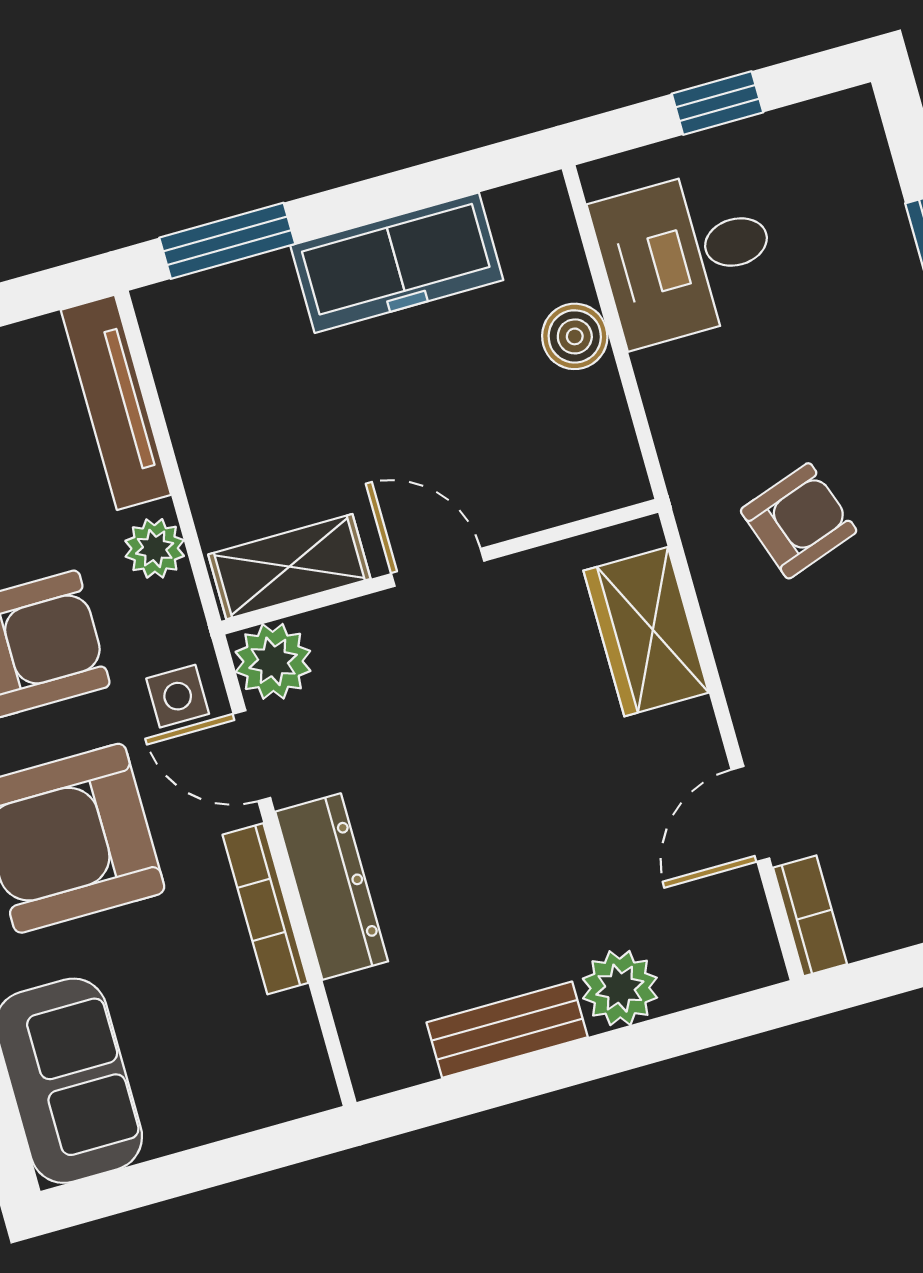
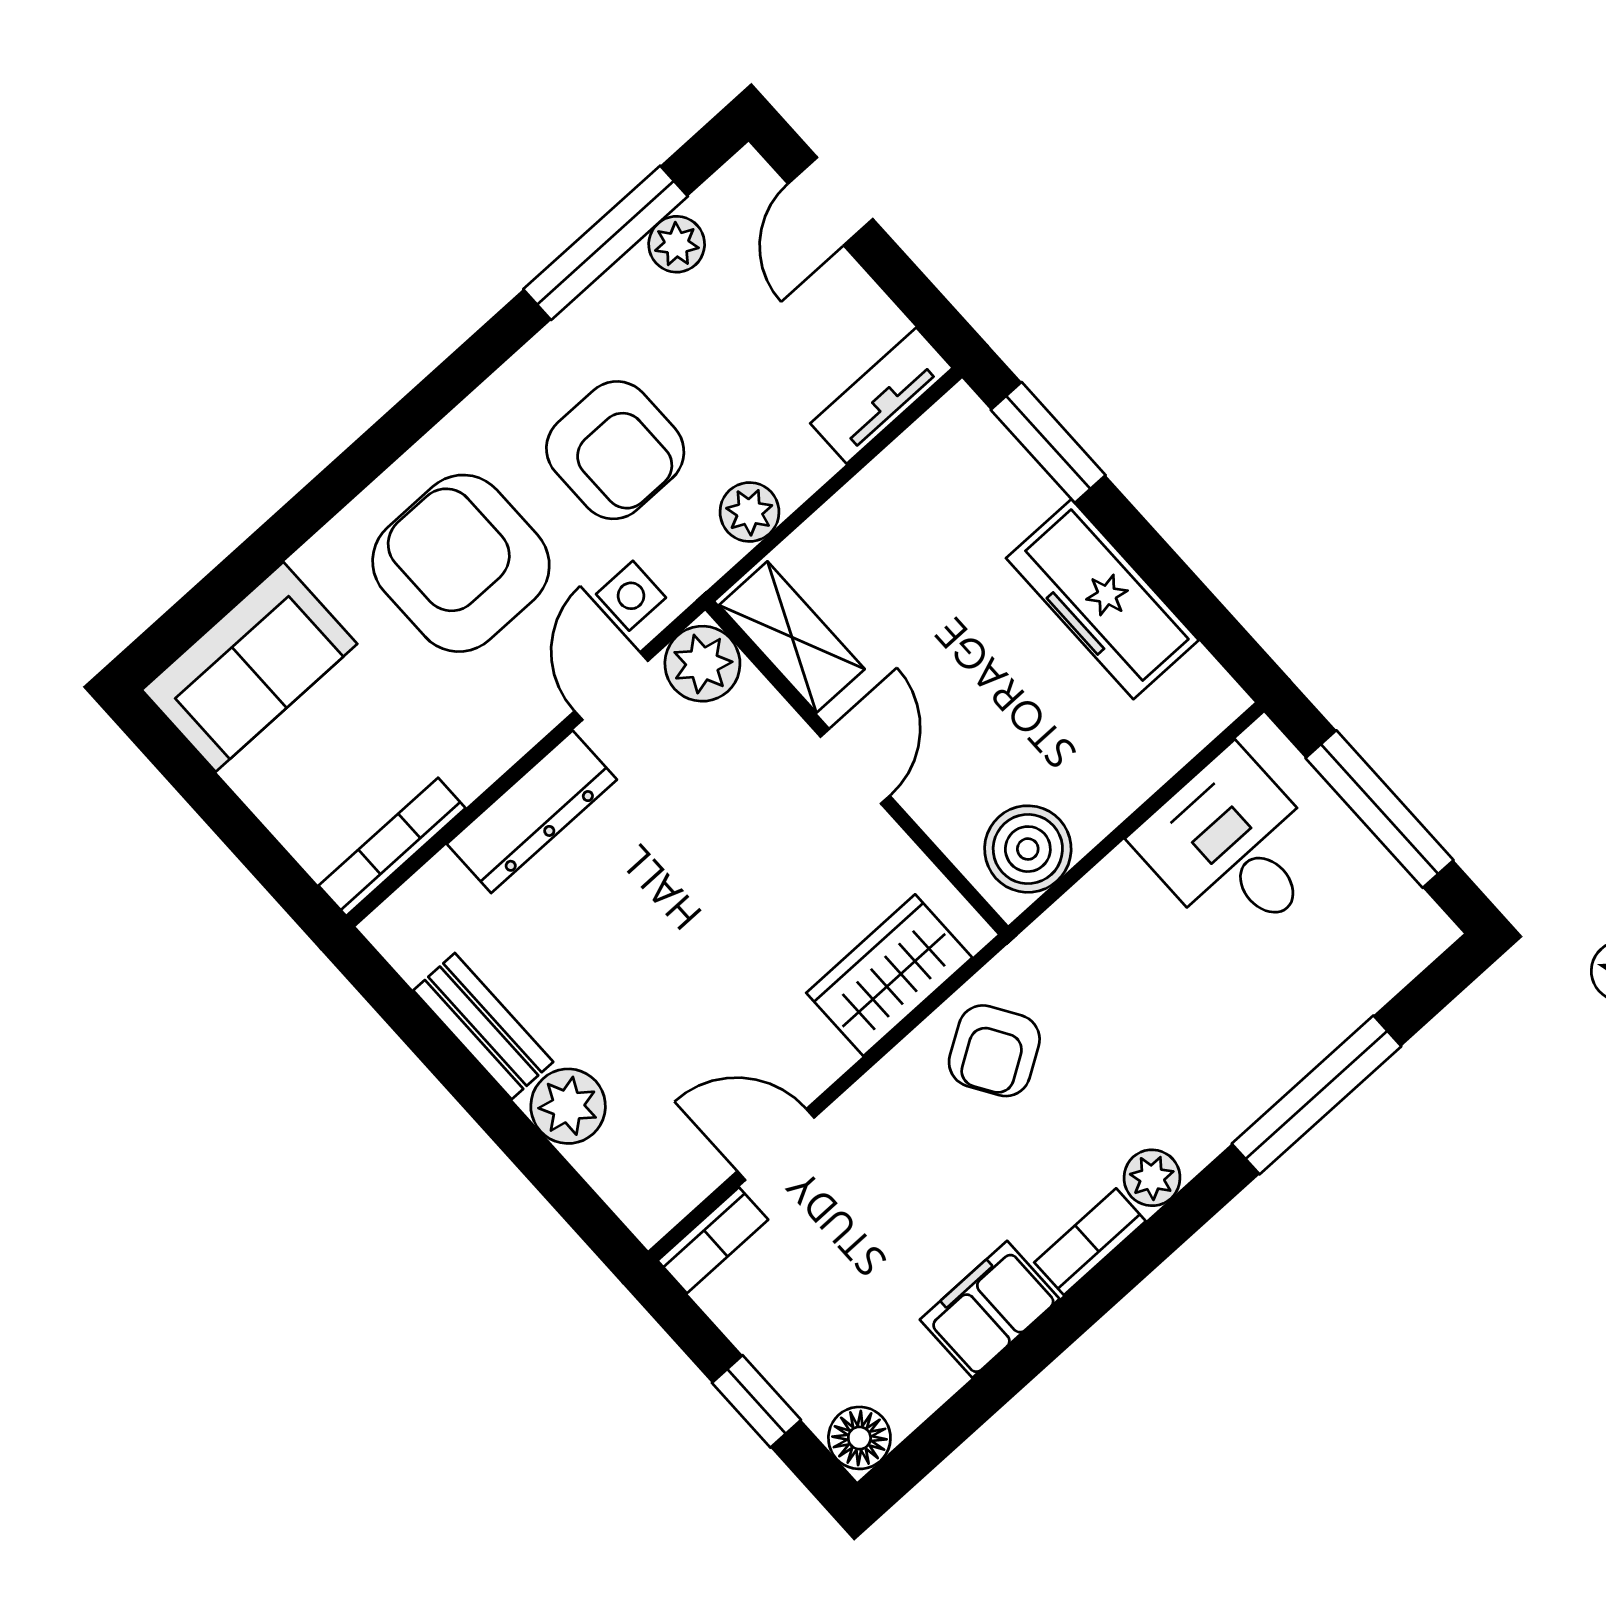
window: (717, 103) -> (1380, 809), width x2.17
boiler: (575, 336) -> (1028, 849), moved, width x1.36, depth x1.36
tv unit: (116, 402) -> (881, 396), width x0.71
armchair: (799, 521) -> (994, 1051), moved, turned 77
bookcase: (265, 909) -> (392, 847), moved

